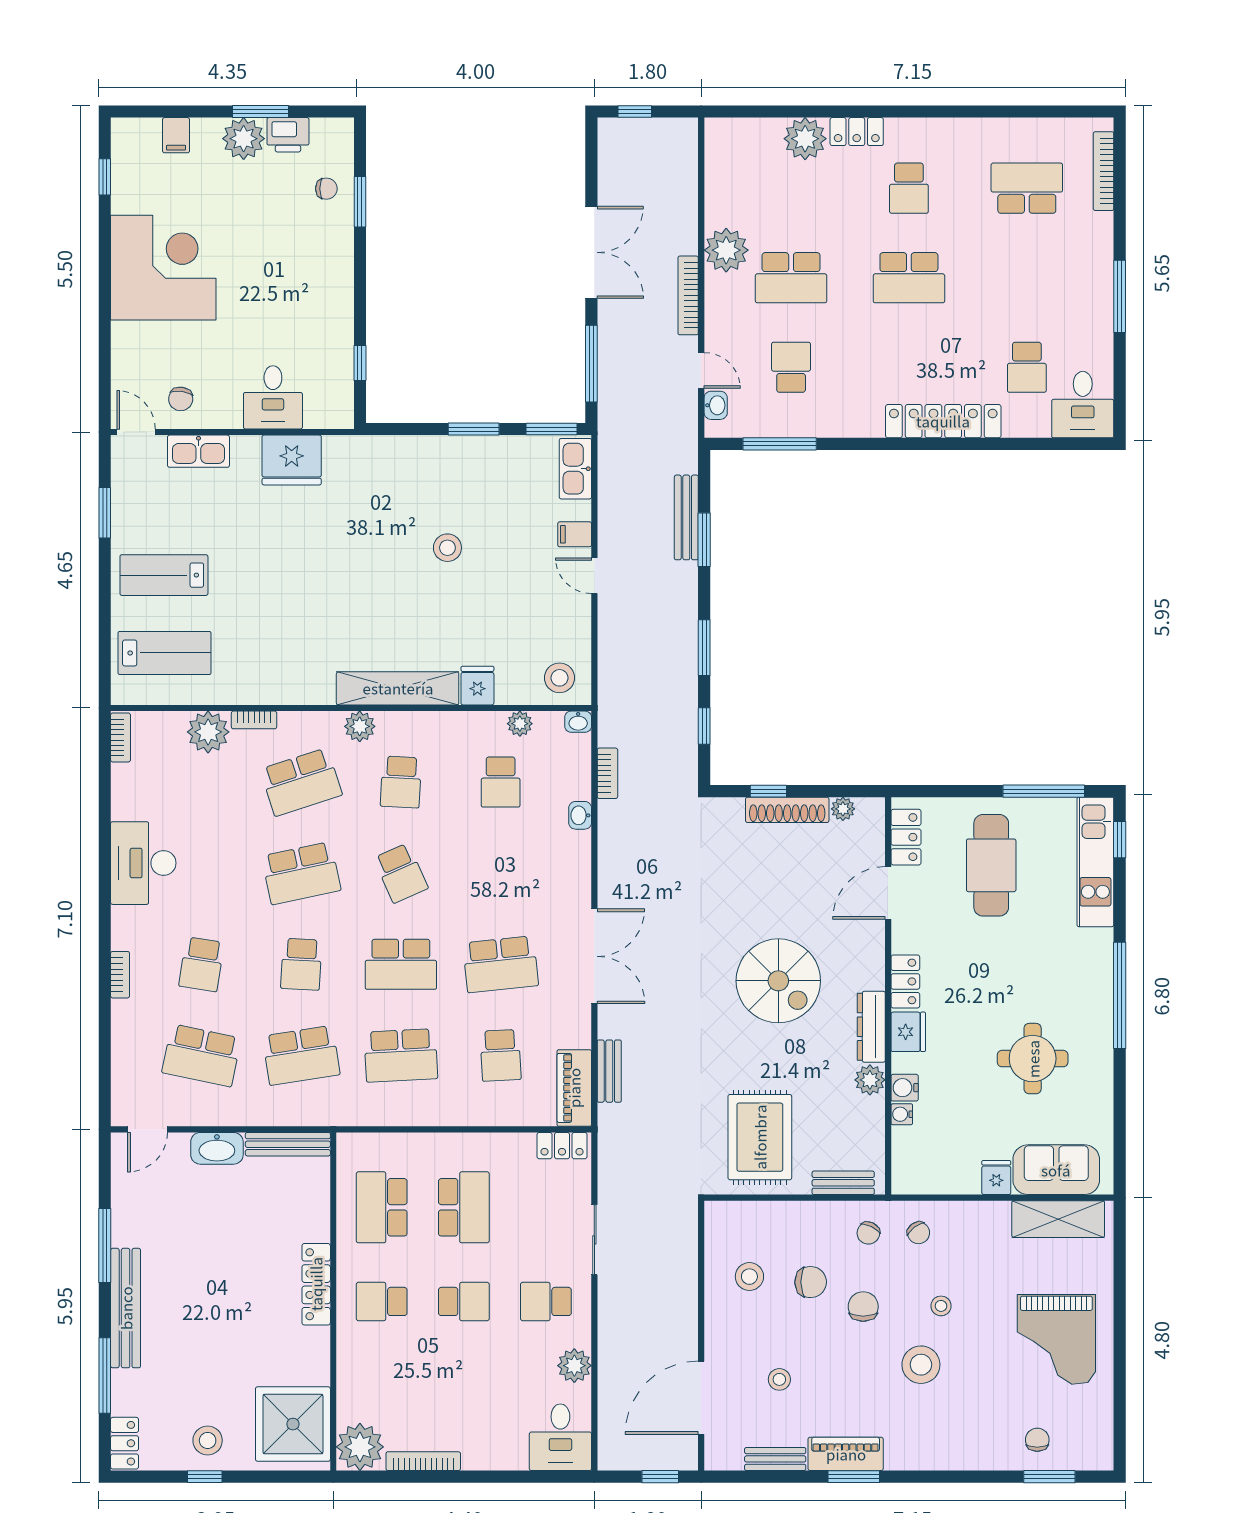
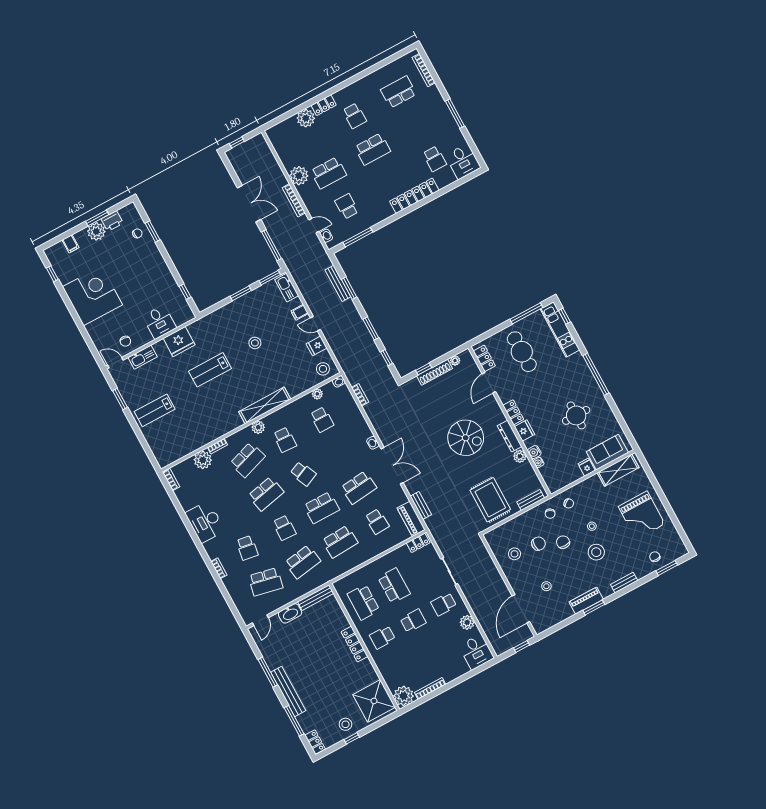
lab bench: (165, 653) -> (210, 370), moved, turned 180
fridge: (477, 686) -> (317, 346), moved, turned -90
washbasin: (580, 815) -> (373, 443), moved
bench: (775, 1459) -> (624, 583), moved

